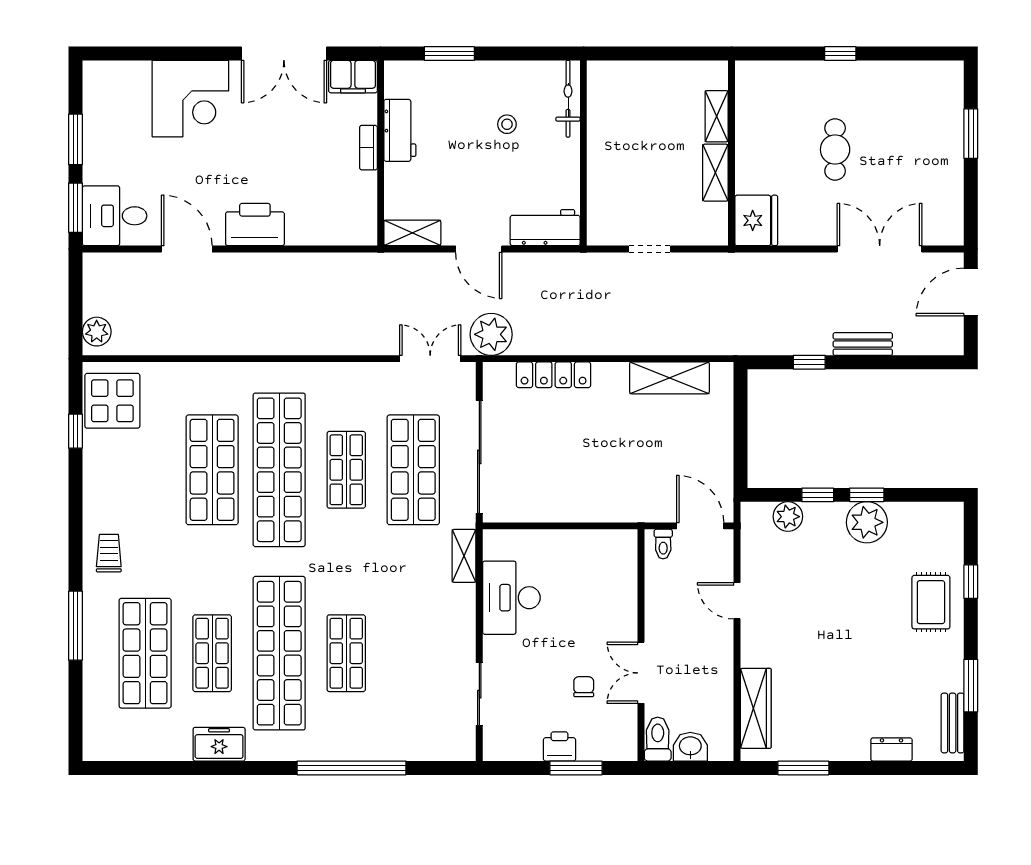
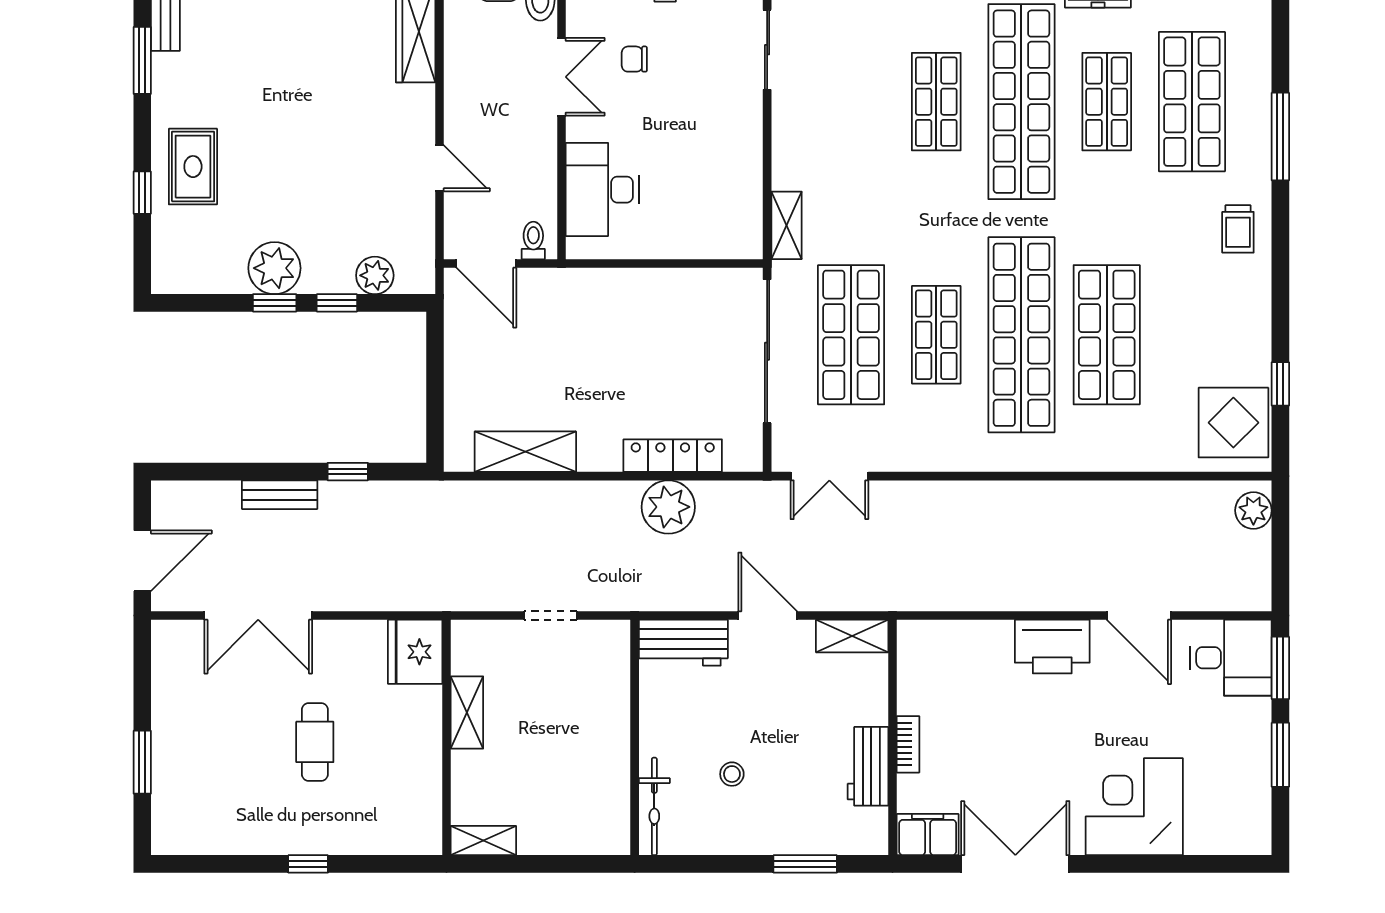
shelving: (717, 116) -> (483, 841), moved, turned 90
plant: (491, 334) -> (668, 507), moved
desk: (511, 598) -> (602, 190), moved, turned 180
chair: (584, 687) -> (634, 59), turned 90

